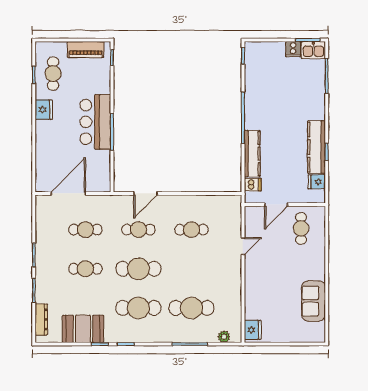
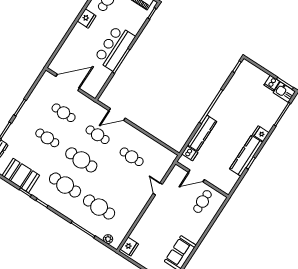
fridge: (317, 182) -> (261, 134), moved
door: (243, 246) -> (158, 189), swing flipped

